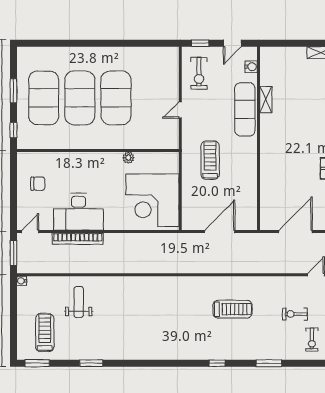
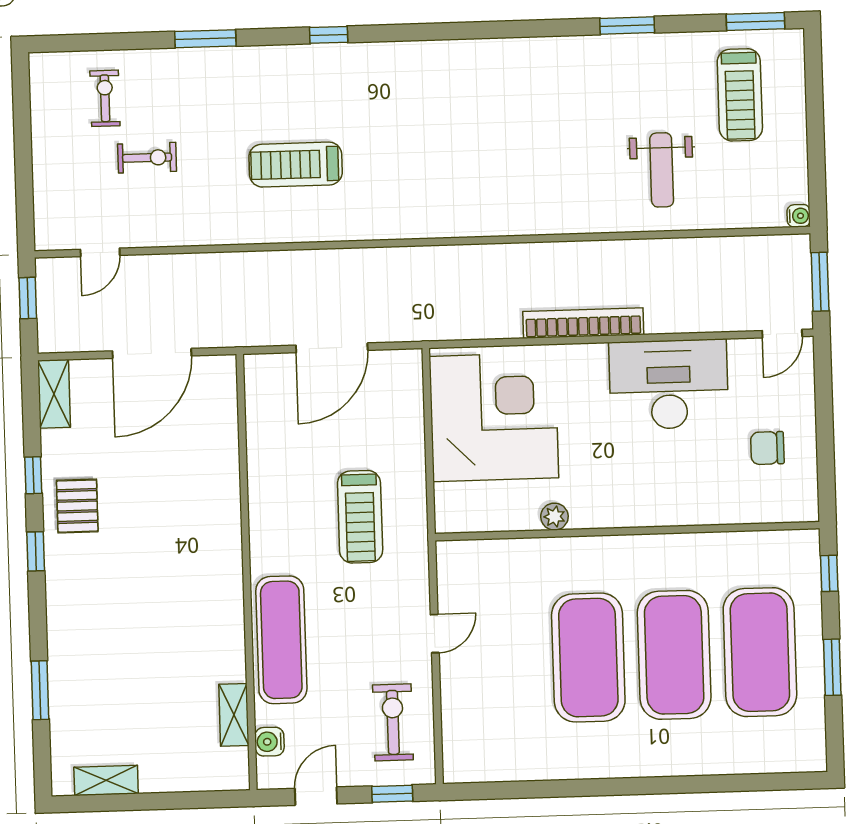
shelving: (266, 99) -> (234, 715), moved
bookcase: (78, 239) -> (583, 323), moved

